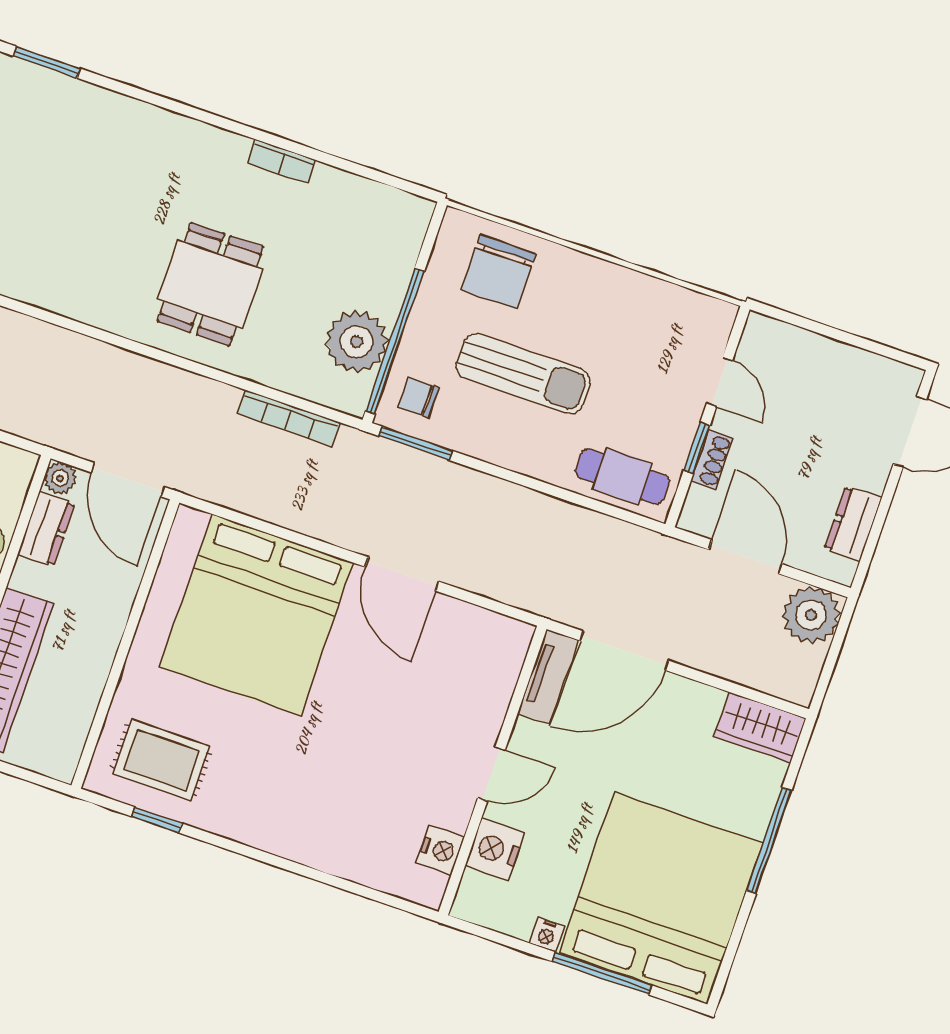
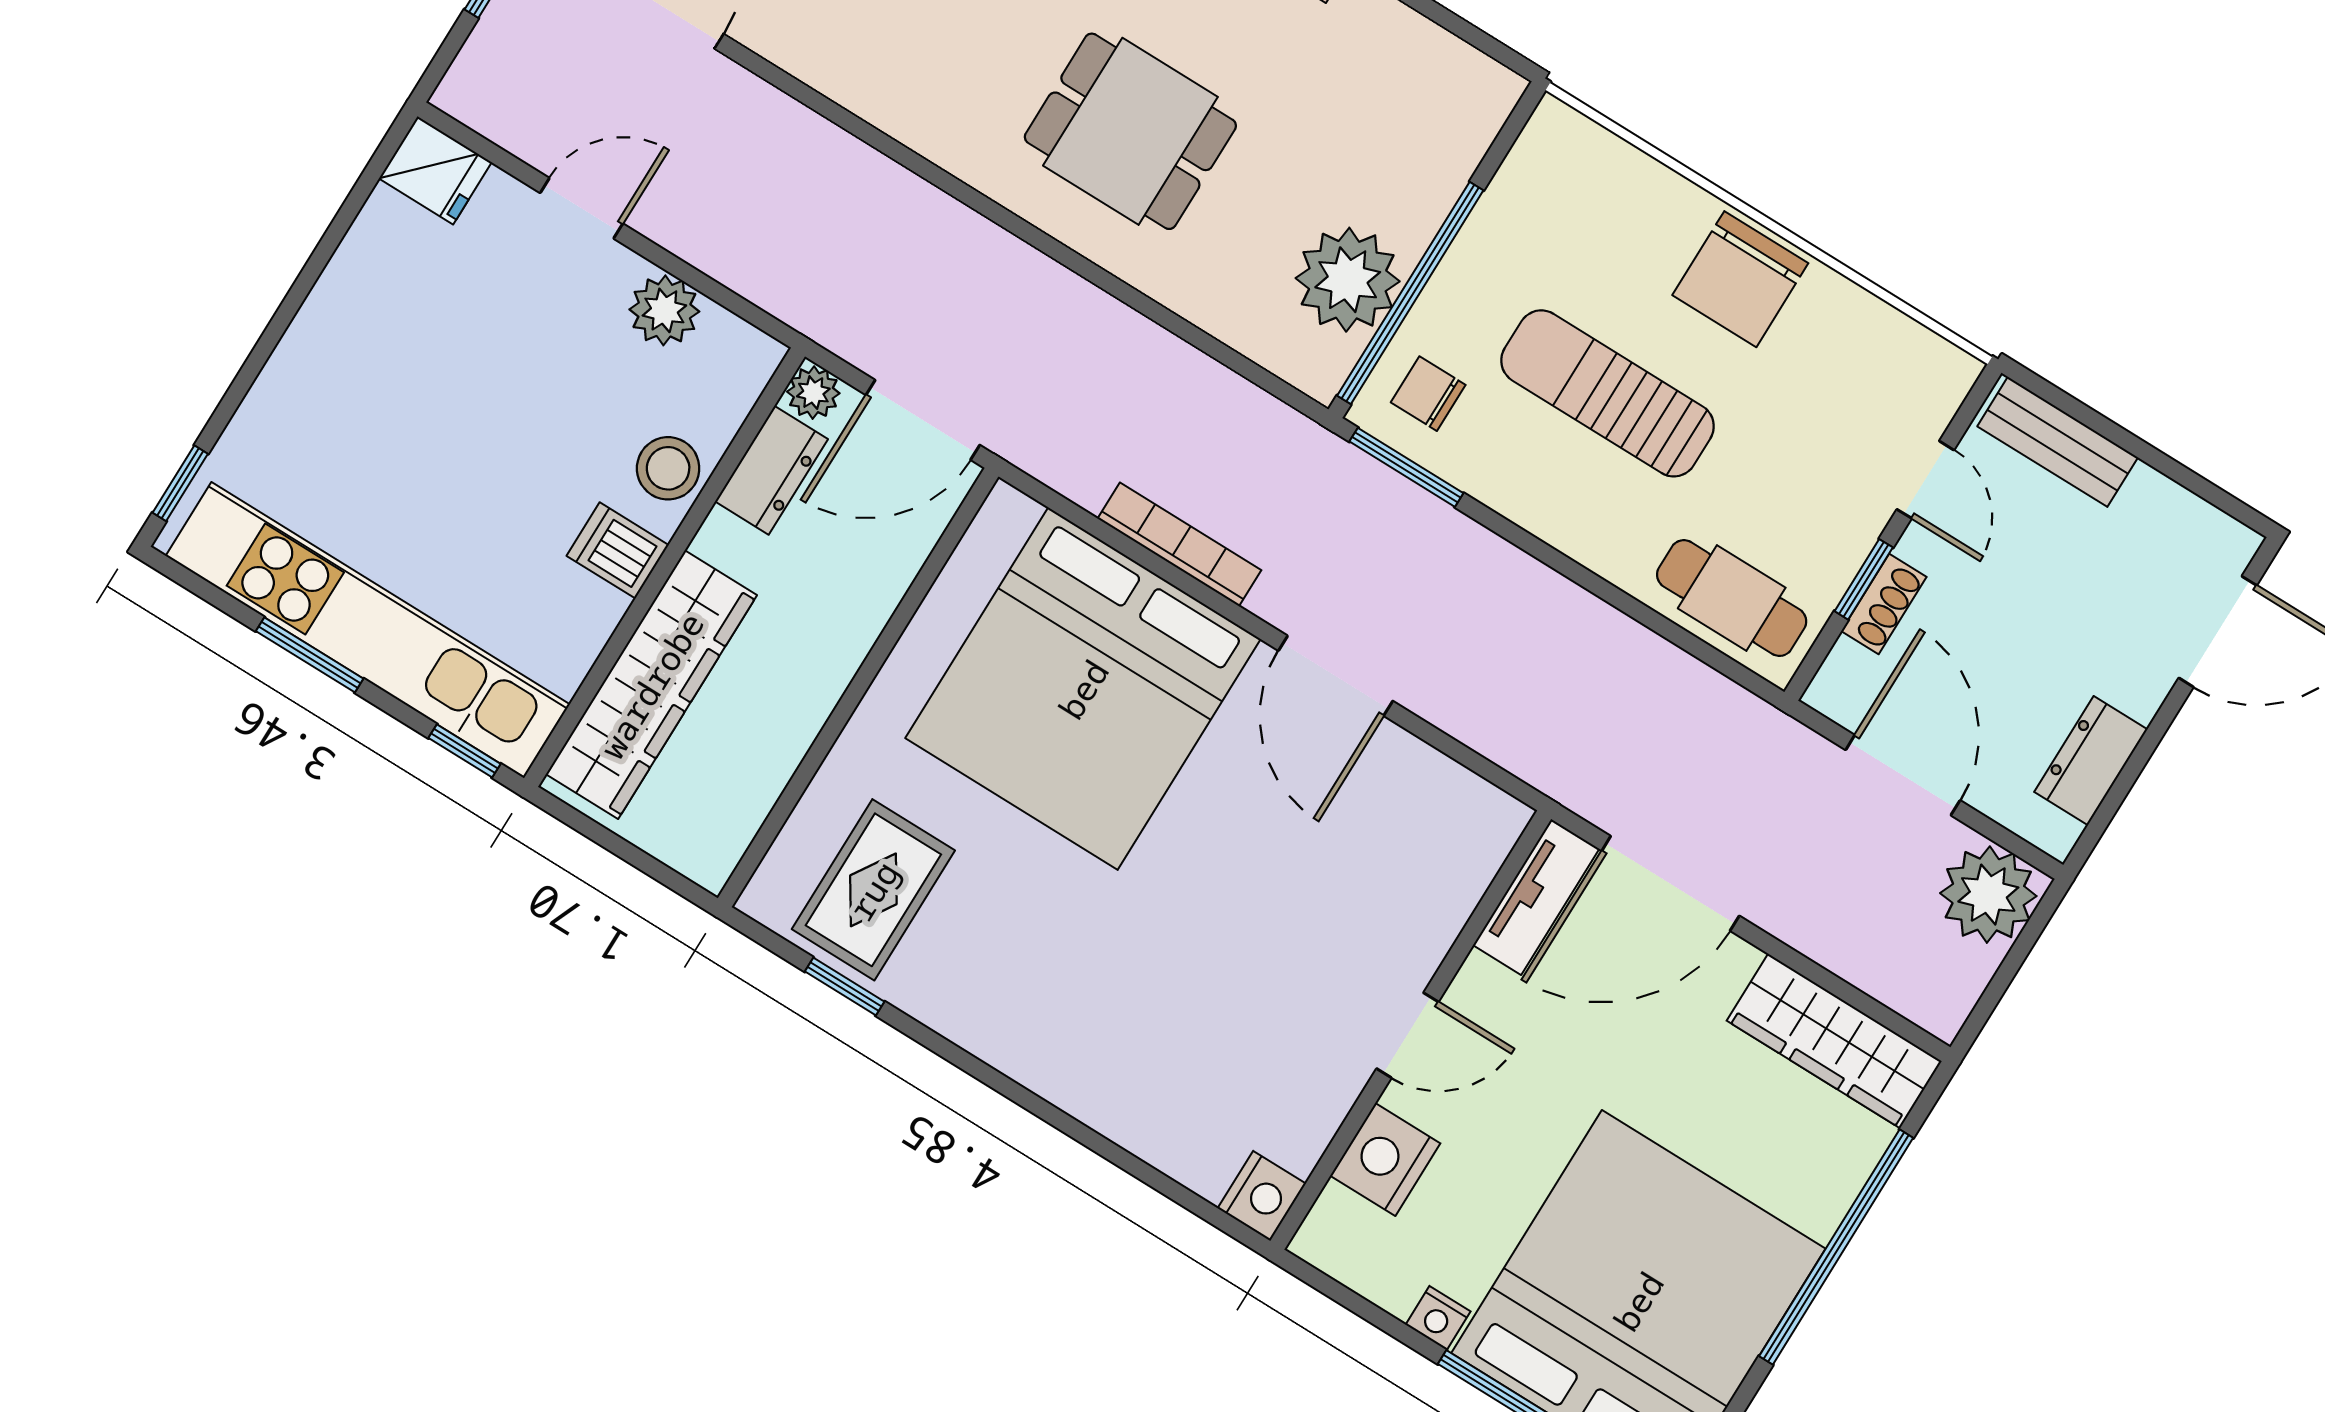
chair: (498, 272) -> (1740, 279), moved
dining table: (210, 284) -> (1130, 131), turned 90
bench: (792, 342) -> (2058, 442), added
sun lounger: (523, 374) -> (1608, 393), turned 180
bookcase: (289, 418) -> (1179, 544), moved, turned 180
door: (128, 480) -> (923, 420), hinge flipped
wardrobe: (760, 727) -> (1834, 1041), width x1.50
rug: (161, 760) -> (873, 890), turned 90
window: (769, 841) -> (1836, 1247), width x1.46
nightstand: (440, 850) -> (1262, 1196), moved

